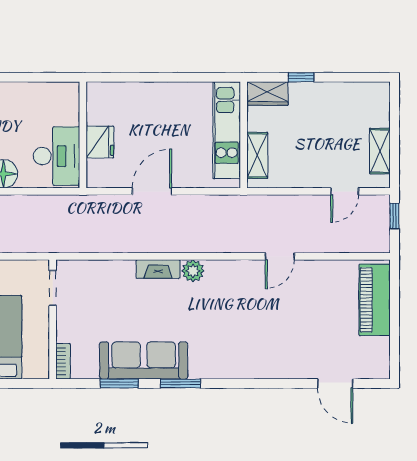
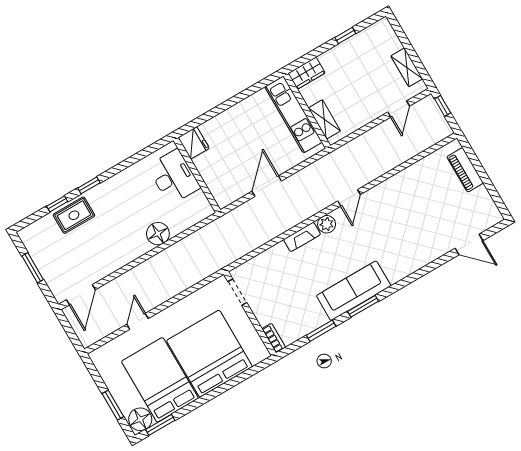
window: (301, 77) -> (345, 36), moved
fridge: (100, 142) -> (194, 143), moved
desk: (57, 156) -> (174, 177), moved
door: (280, 256) -> (349, 198), moved
piano: (375, 300) -> (465, 170), width x0.73, depth x0.75
sofa: (144, 360) -> (354, 291), moved

